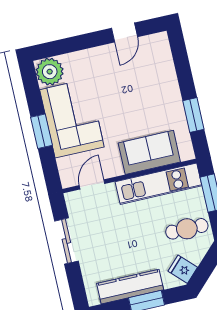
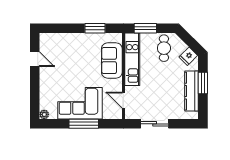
plant: (50, 72) -> (44, 114), width x0.53, depth x0.53
window: (41, 131) -> (84, 124), width x1.44

